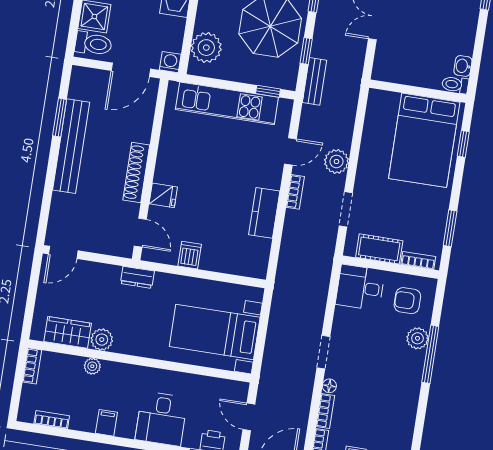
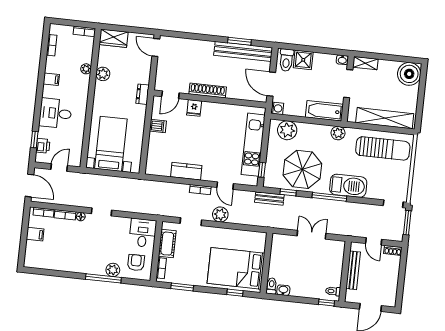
bench: (71, 146) -> (243, 51), moved
wardrobe: (68, 332) -> (114, 38), moved, turned 90

